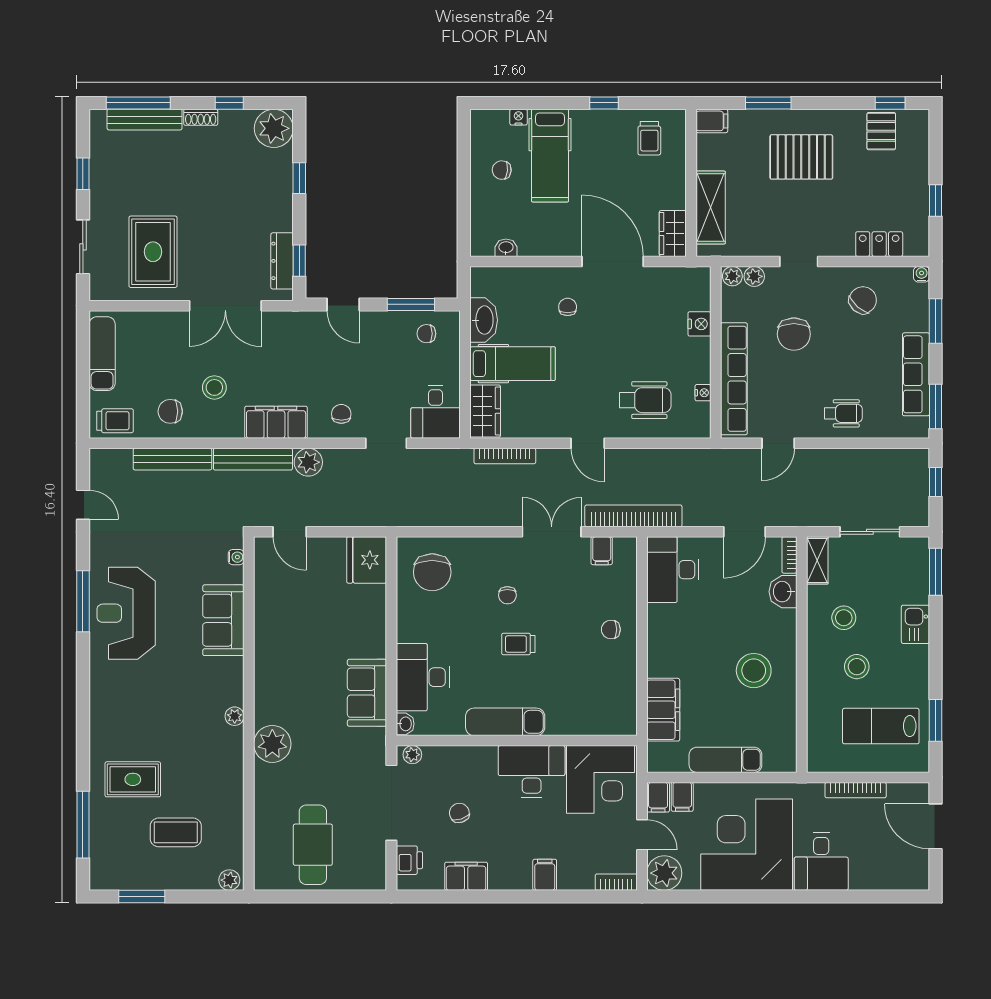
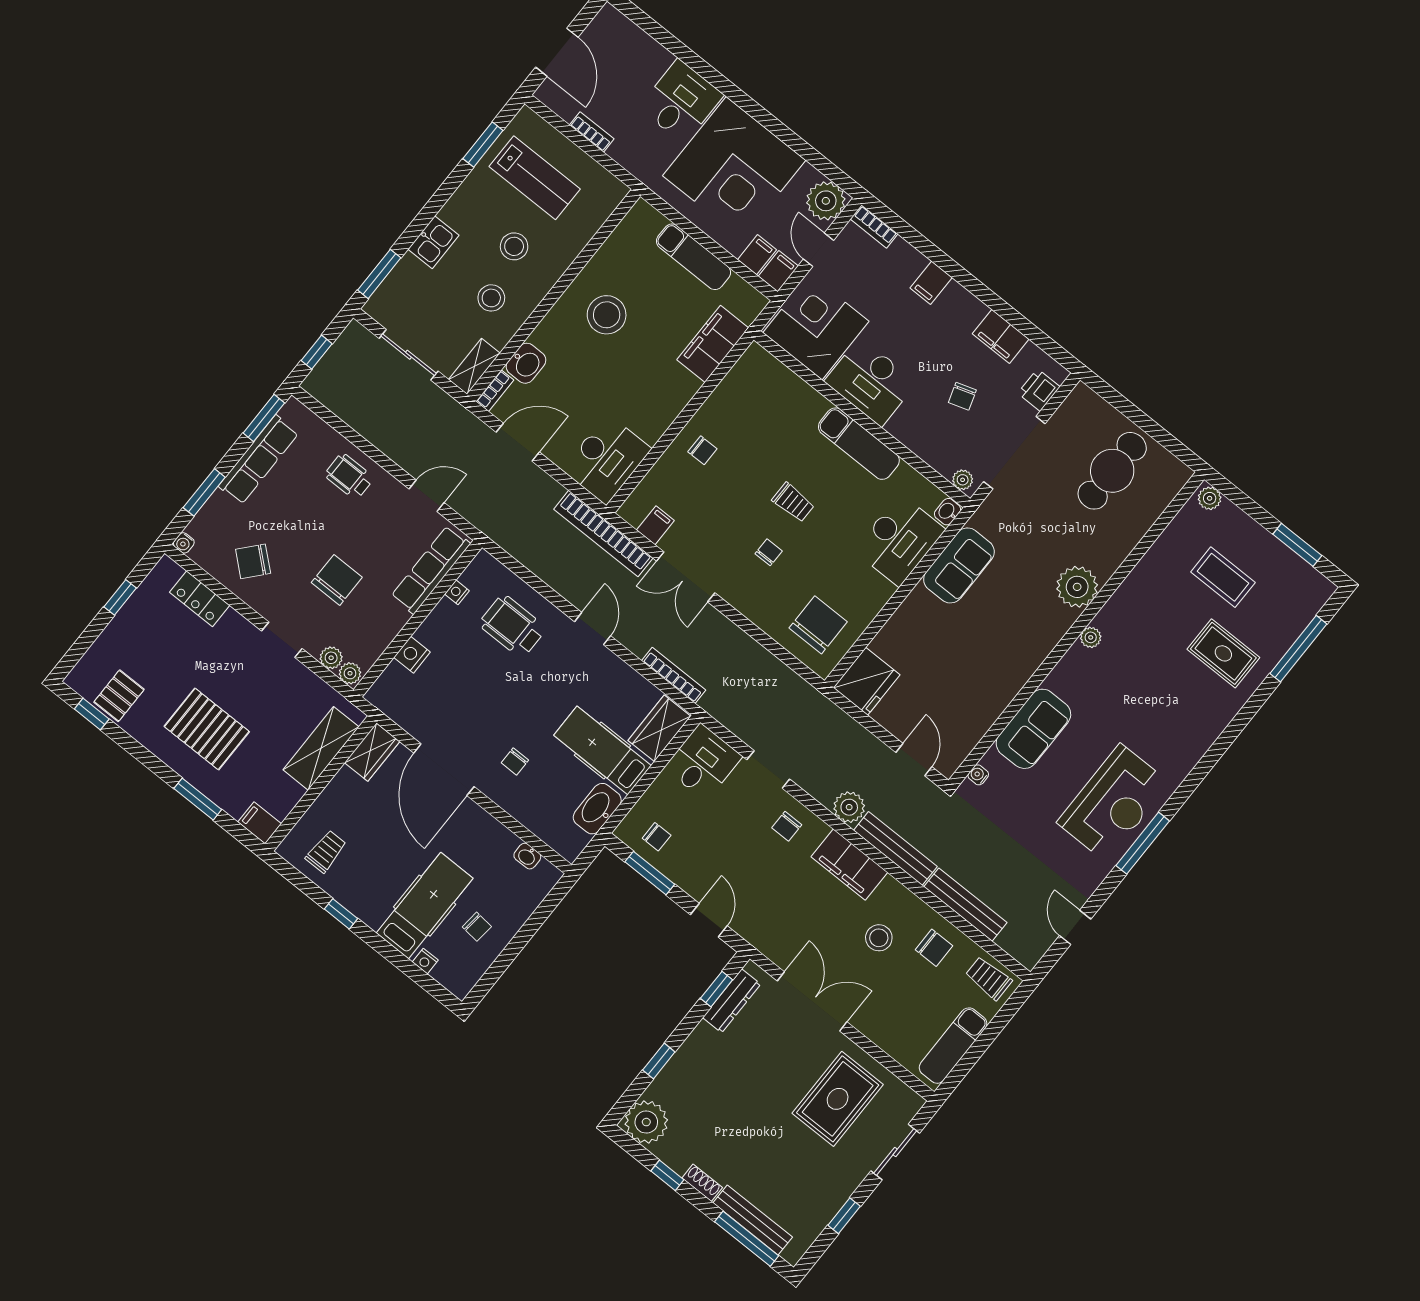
row of seats: (734, 379) -> (431, 570), width x0.73
bookcase: (856, 790) -> (592, 132), width x0.64

